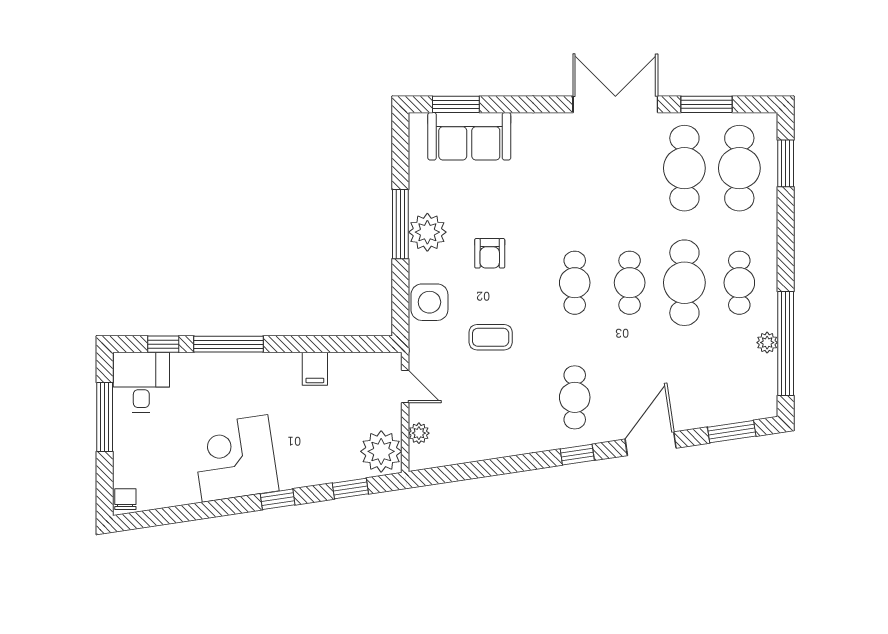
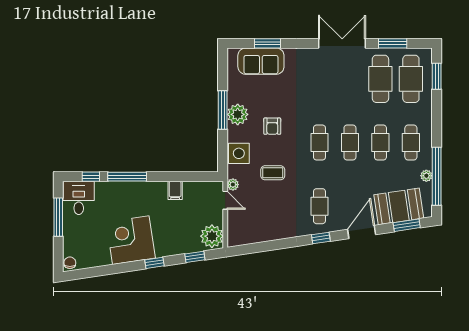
window: (456, 104) -> (267, 43), moved
cafe table: (684, 283) -> (380, 143), width x0.73, depth x0.74
booth: (717, 398) -> (399, 206), added
plant: (419, 433) -> (233, 185), moved

